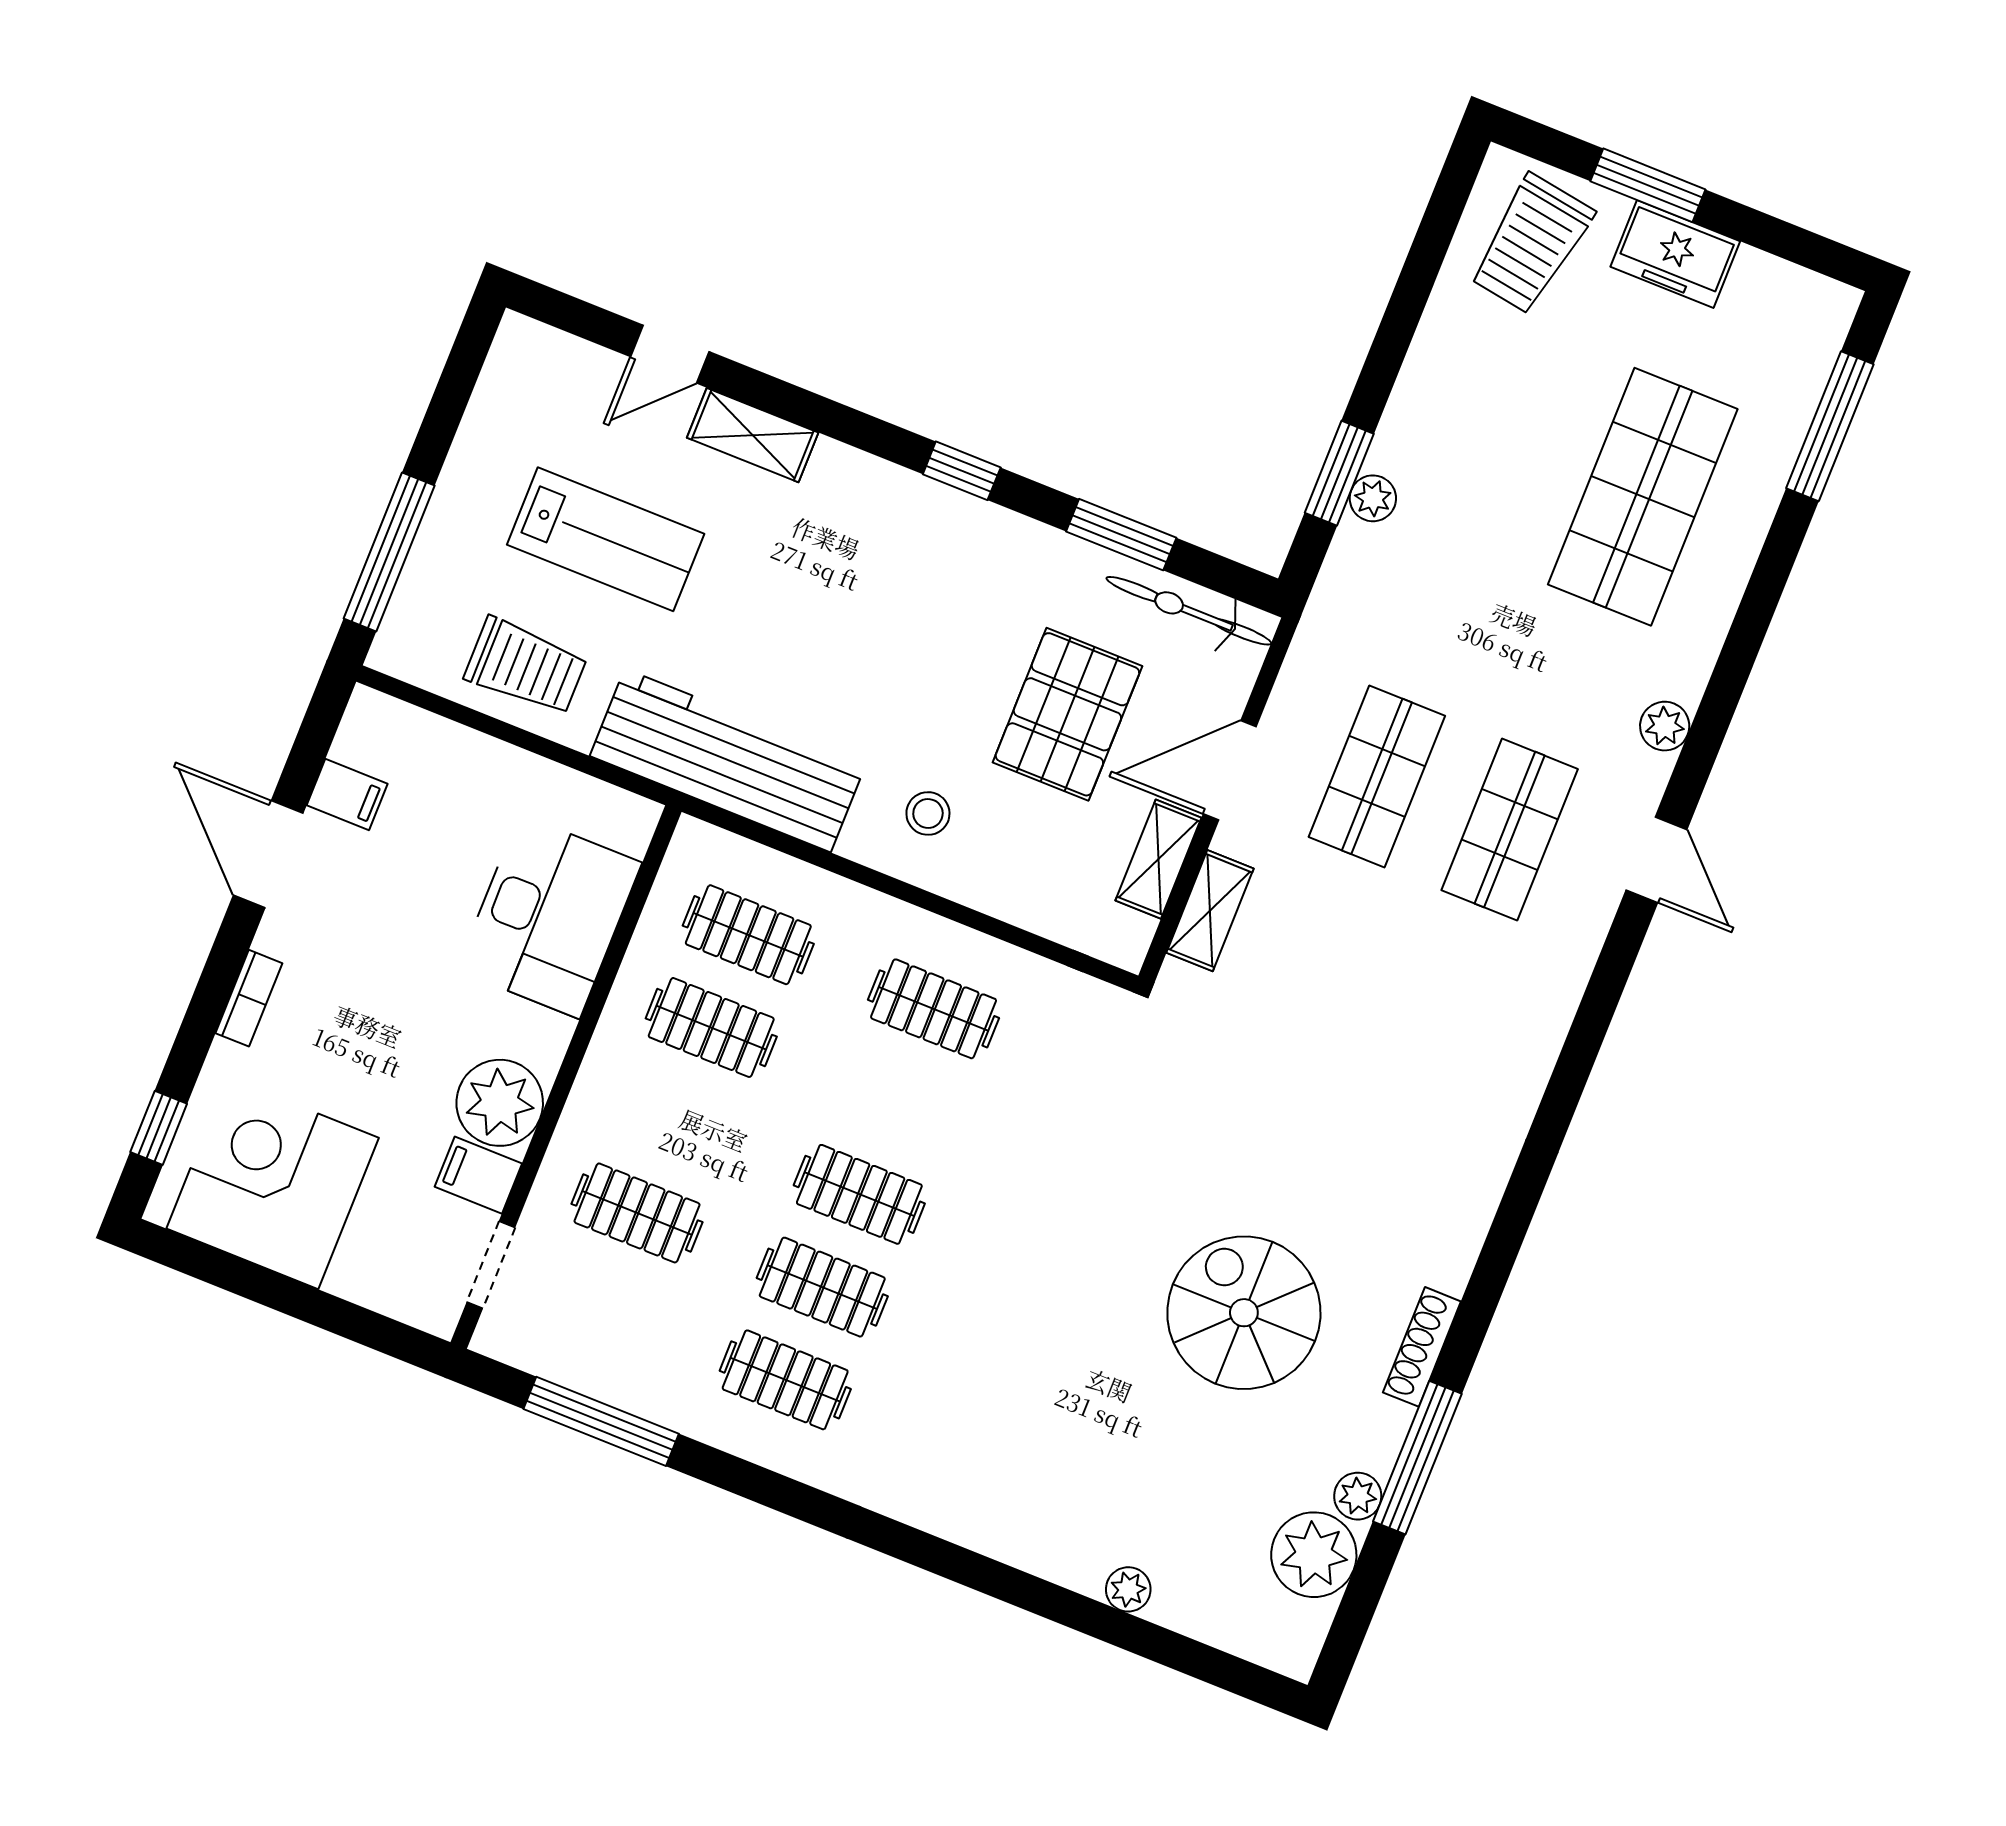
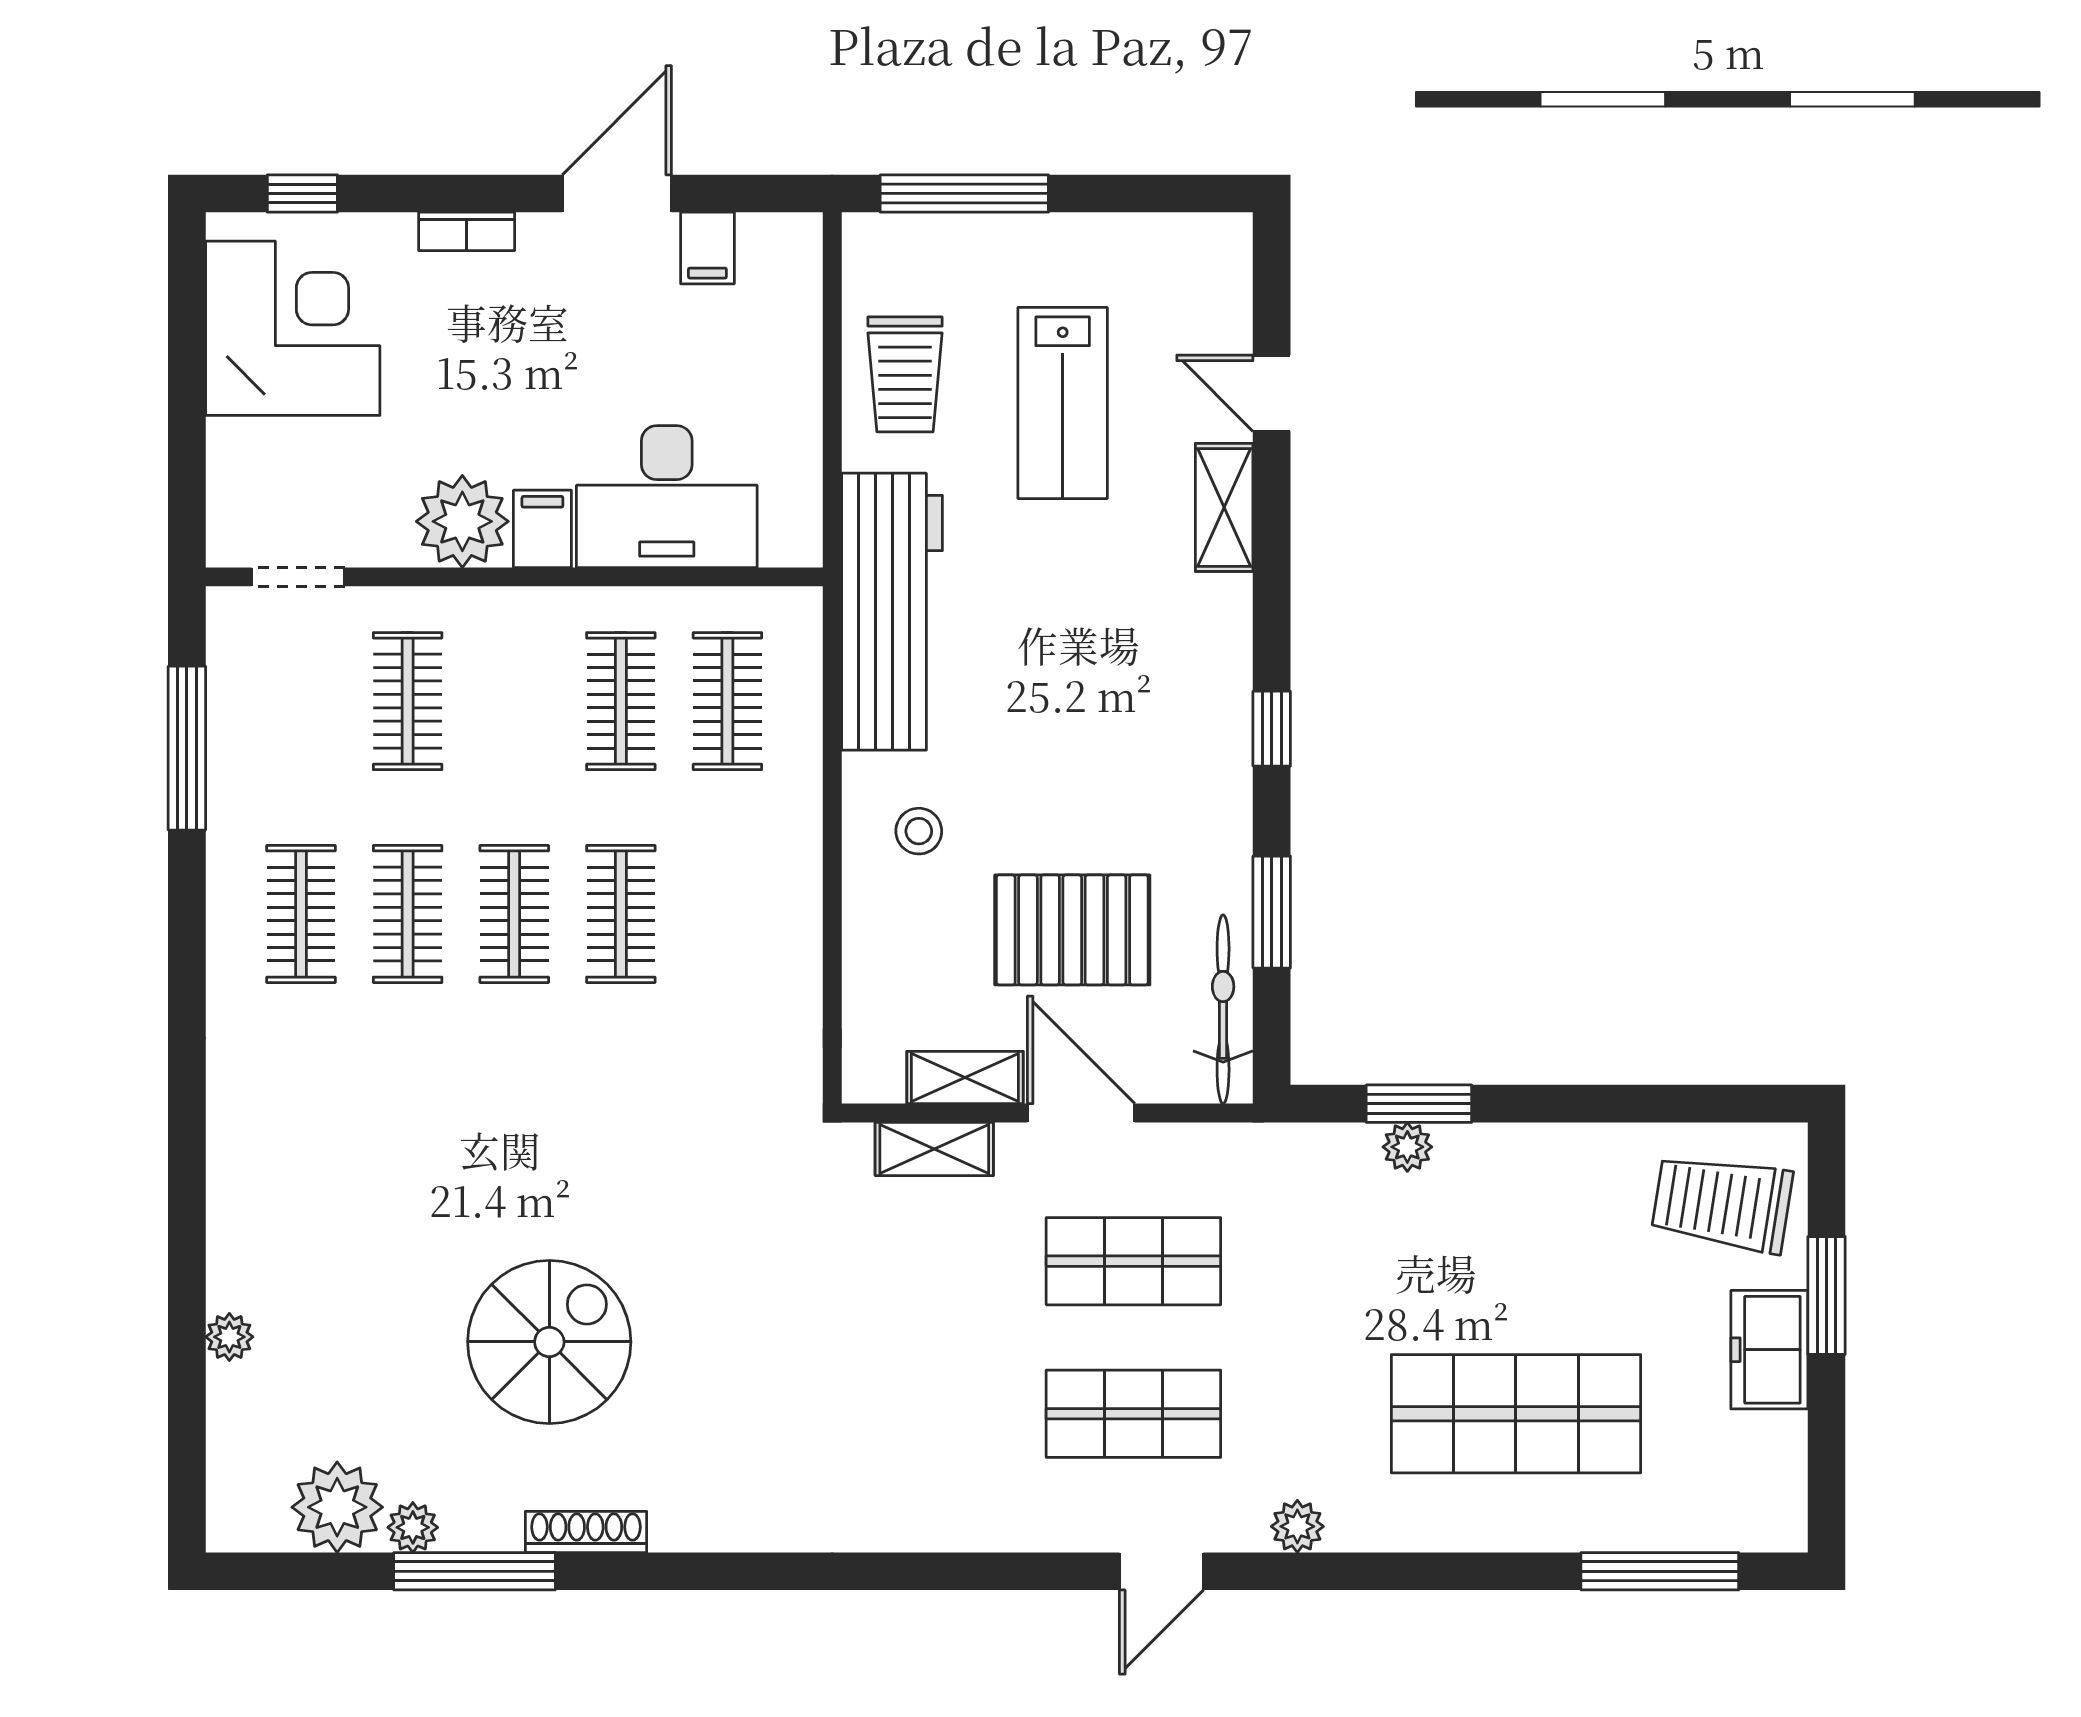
clothes rail: (934, 1009) -> (621, 914), moved
filing cabinet: (478, 1175) -> (542, 529), moved

